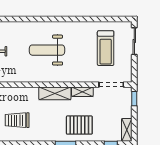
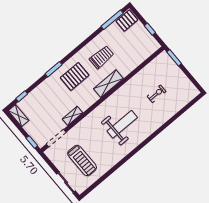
treadmill: (106, 48) -> (82, 160), turned 180
shelving: (55, 93) -> (108, 84), moved
pallet: (79, 125) -> (75, 76), moved

